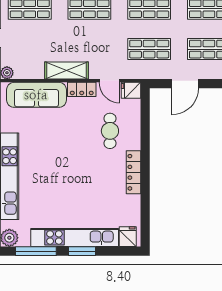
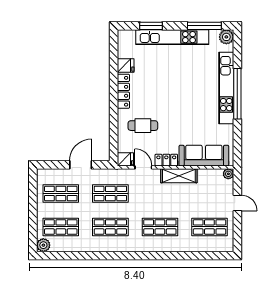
cafe table: (110, 131) -> (143, 126), turned 90
fridge: (128, 237) -> (126, 65), moved, turned -90
window: (82, 251) -> (151, 26), moved

